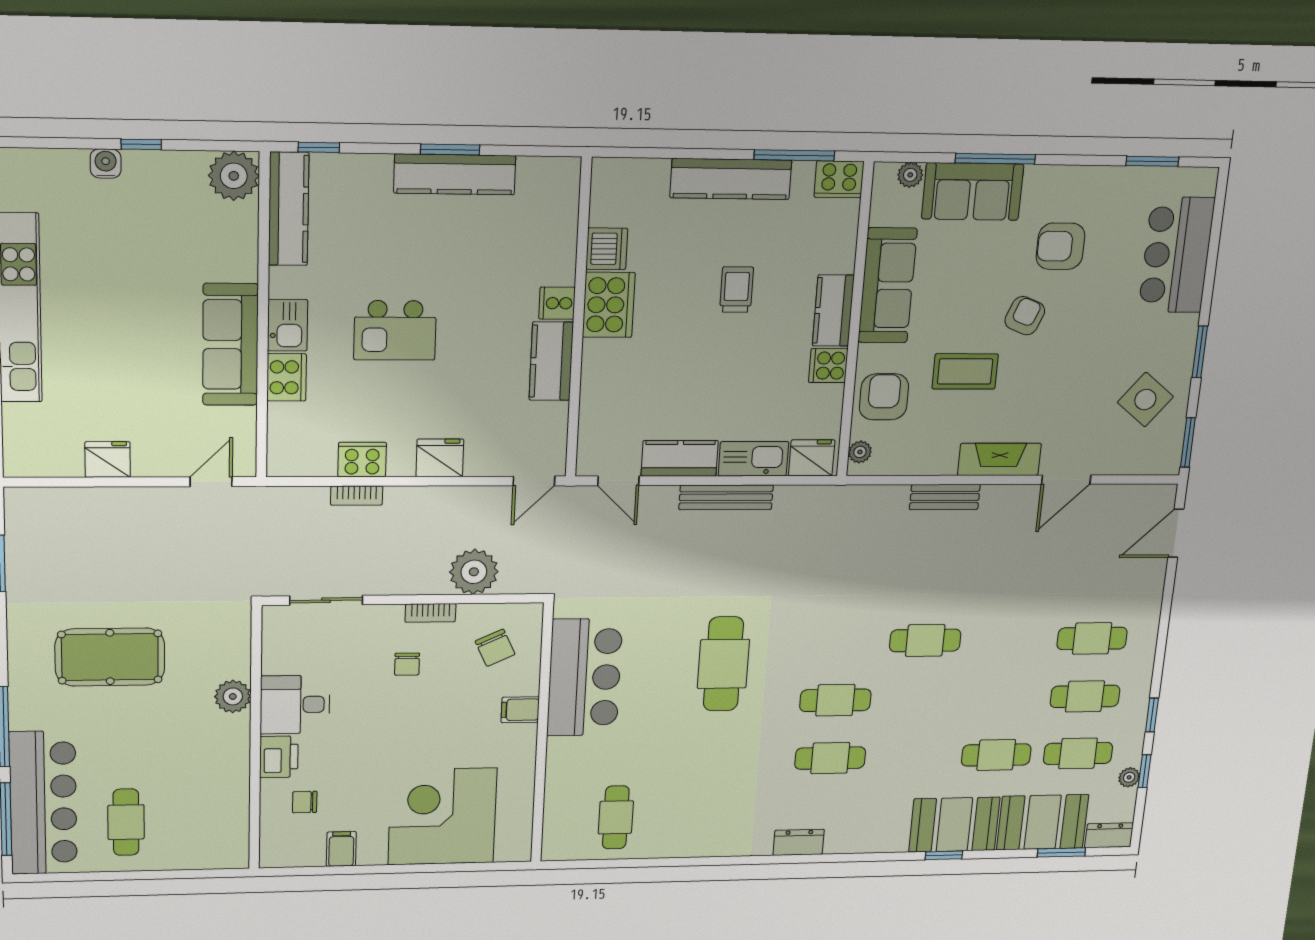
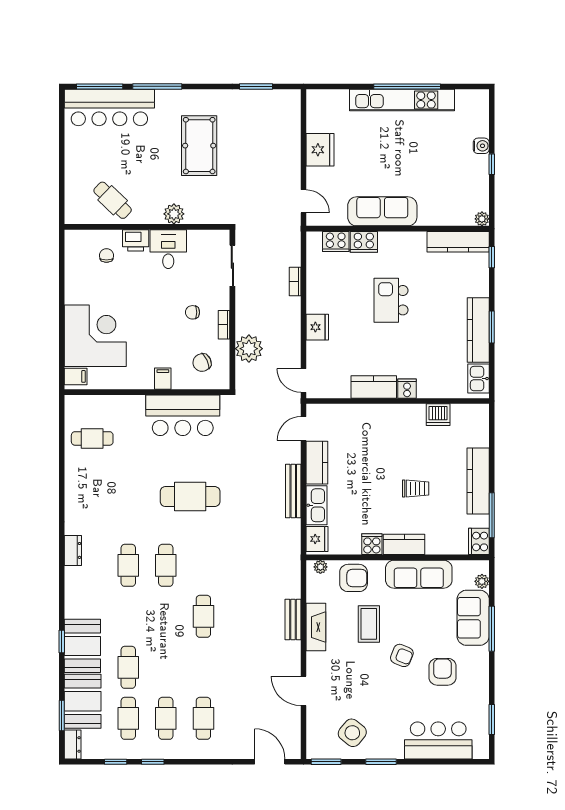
plant: (234, 176) -> (482, 219), width x0.53, depth x0.53
cooker: (609, 305) -> (406, 417), removed
kitchen sink: (287, 325) -> (479, 379), moved, turned 90
fridge: (108, 459) -> (320, 150), width x1.36, depth x1.34
fireplace: (999, 459) -> (316, 627), moved
cooker: (362, 460) -> (336, 241), moved, turned 90
plant: (1129, 777) -> (112, 752), removed
cafe table: (126, 822) -> (113, 200), moved, turned 44
filing cabinet: (341, 849) -> (76, 376), moved

